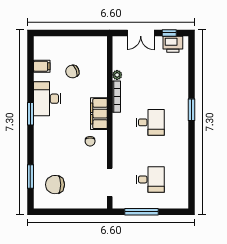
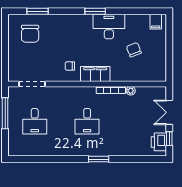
filing cabinet: (42, 66) -> (156, 22), moved
chair: (55, 185) -> (30, 34), turned 180

